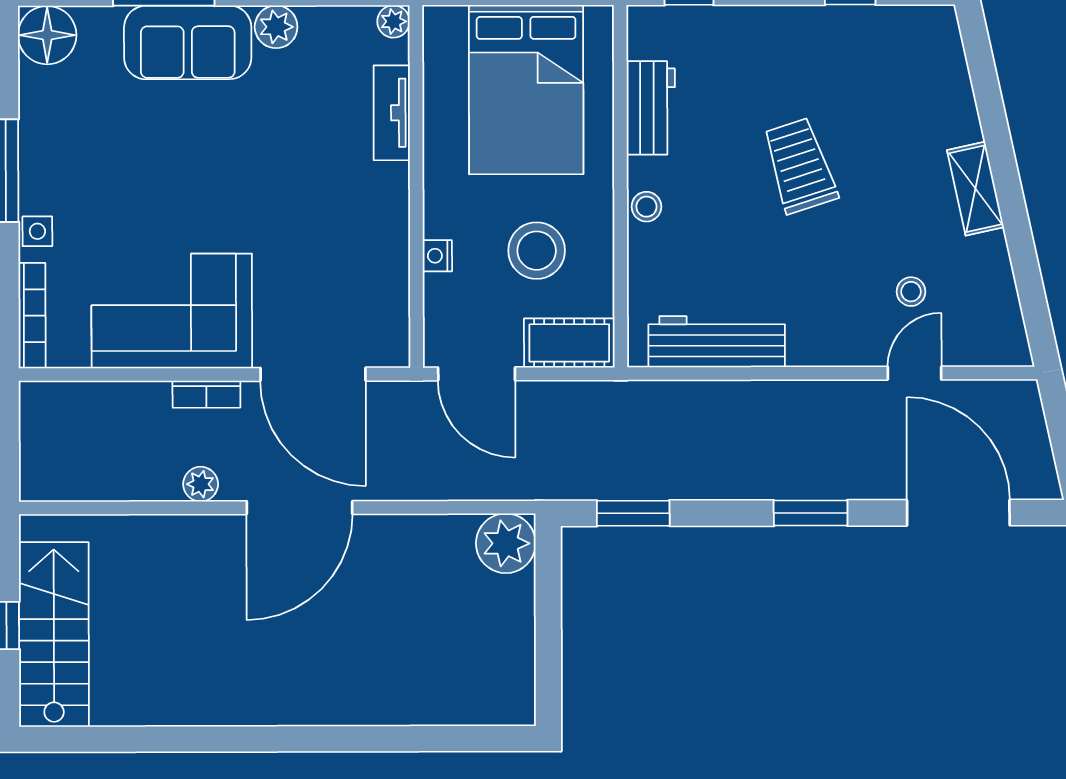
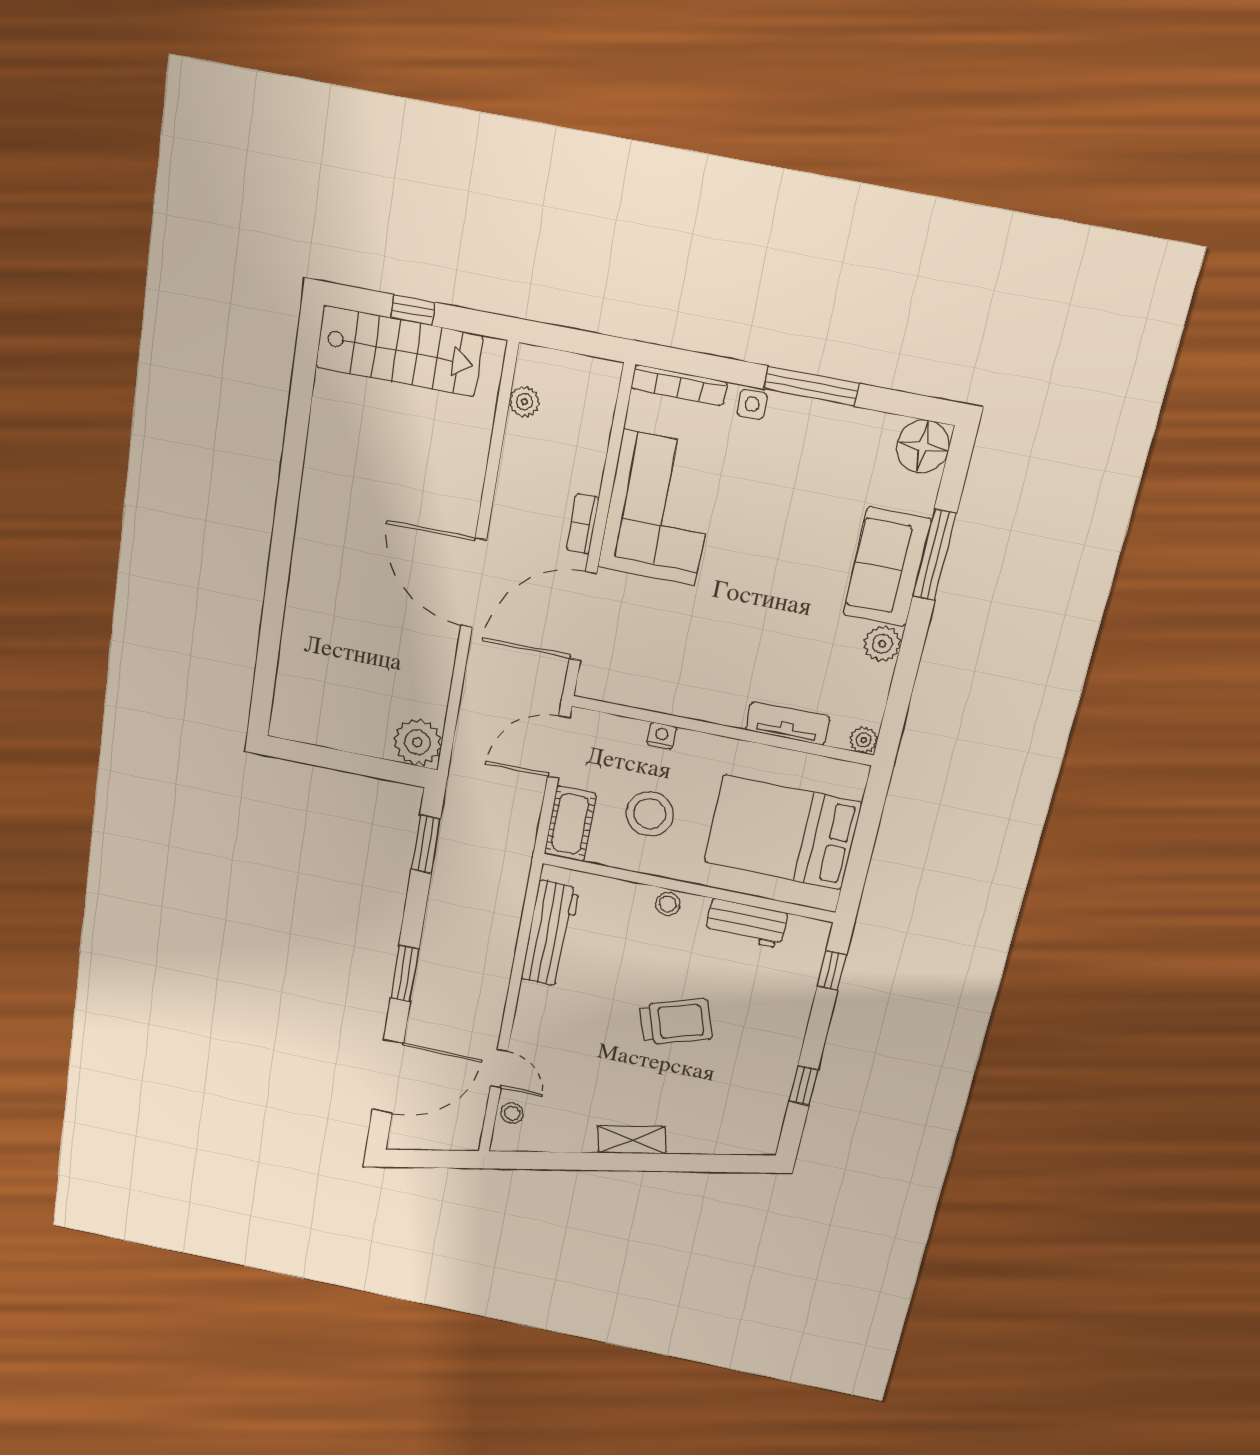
stool: (911, 292) -> (512, 1113), moved
plant: (201, 484) -> (524, 402), moved

